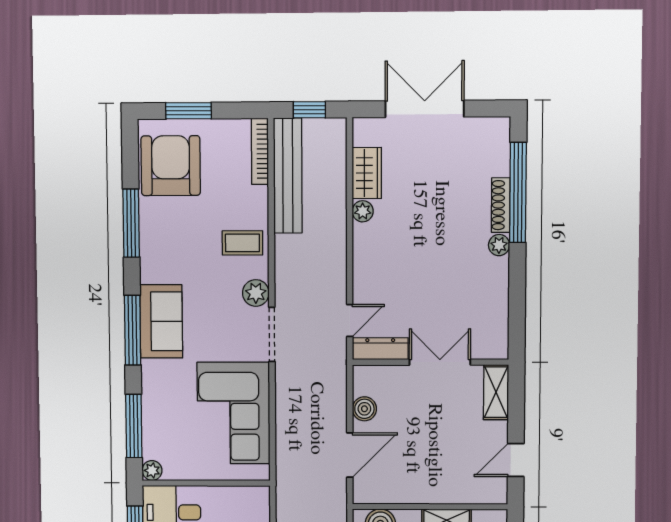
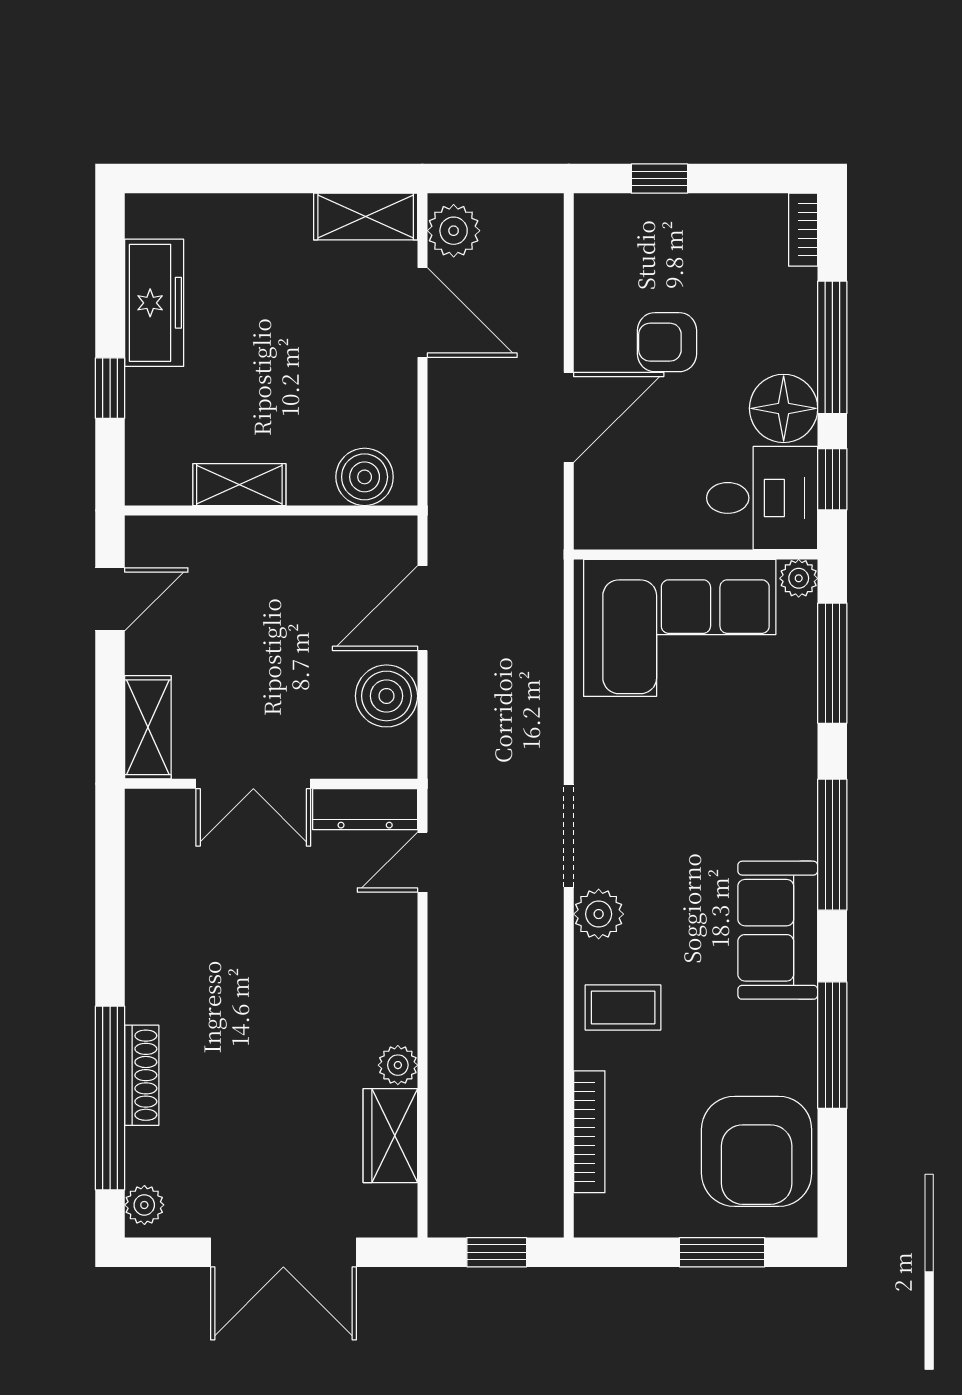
bookcase: (260, 151) -> (589, 1132), moved
bench: (288, 176) -> (538, 1132), removed
plant: (499, 245) -> (144, 1205), moved
sofa: (161, 321) -> (778, 930), moved
boiler: (364, 409) -> (386, 696), width x1.36, depth x1.36
corner sofa: (234, 413) -> (680, 628), moved, turned 90

